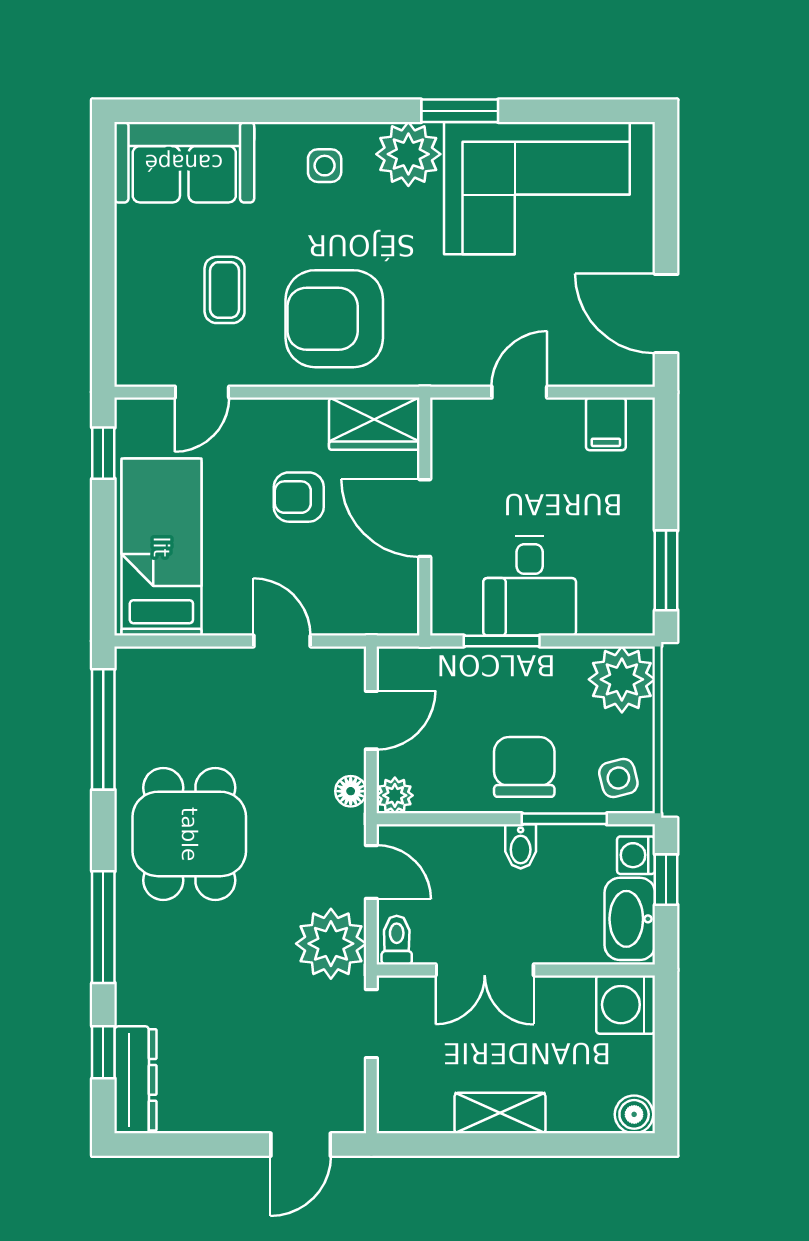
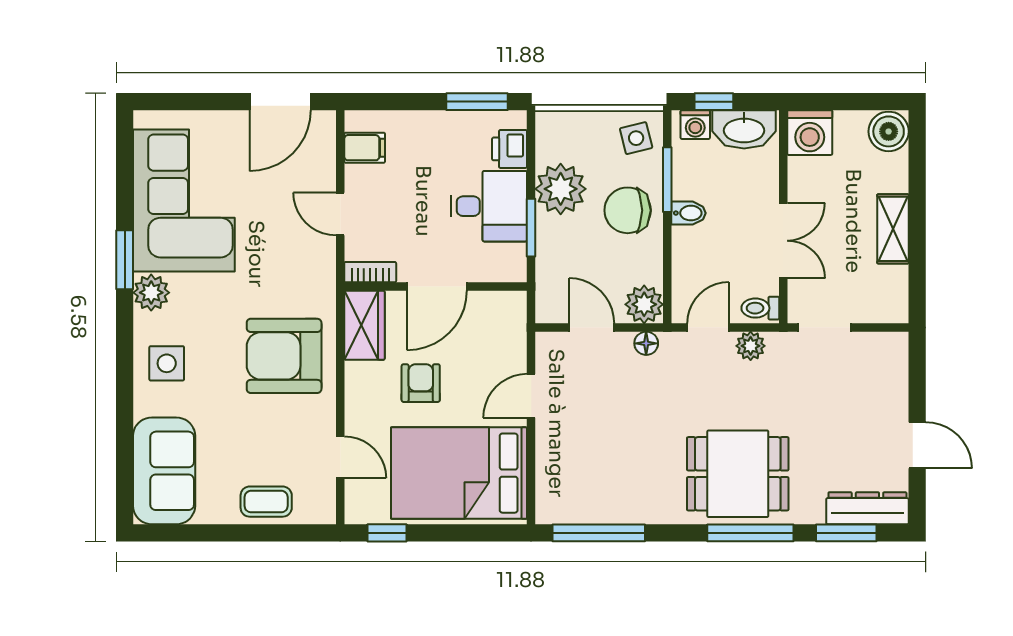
plant: (408, 154) -> (151, 293), width x0.73, depth x0.73
side table: (325, 166) -> (167, 363), width x1.37, depth x1.37
coffee table: (225, 290) -> (266, 502), moved
armchair: (334, 319) -> (284, 356), turned 90
bookcase: (444, 431) -> (370, 272), added
armchair: (299, 497) -> (421, 383), turned 180
bed: (161, 547) -> (459, 473), width x1.50
printer: (604, 613) -> (510, 149), added
plant: (622, 679) -> (561, 189), moved
plant: (395, 795) -> (644, 304), width x1.38, depth x1.38
dining table: (189, 834) -> (738, 474), moved
plant: (331, 944) -> (751, 346), width x0.53, depth x0.53
window: (103, 1052) -> (846, 533), width x1.50
boiler: (634, 1114) -> (889, 131), width x1.36, depth x1.36
door: (301, 1145) -> (917, 445), moved

